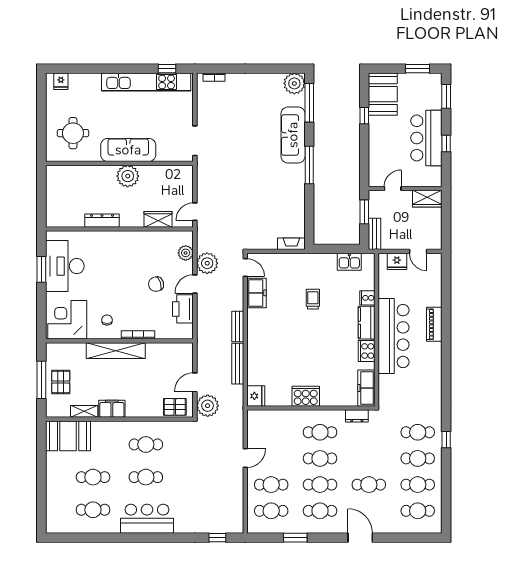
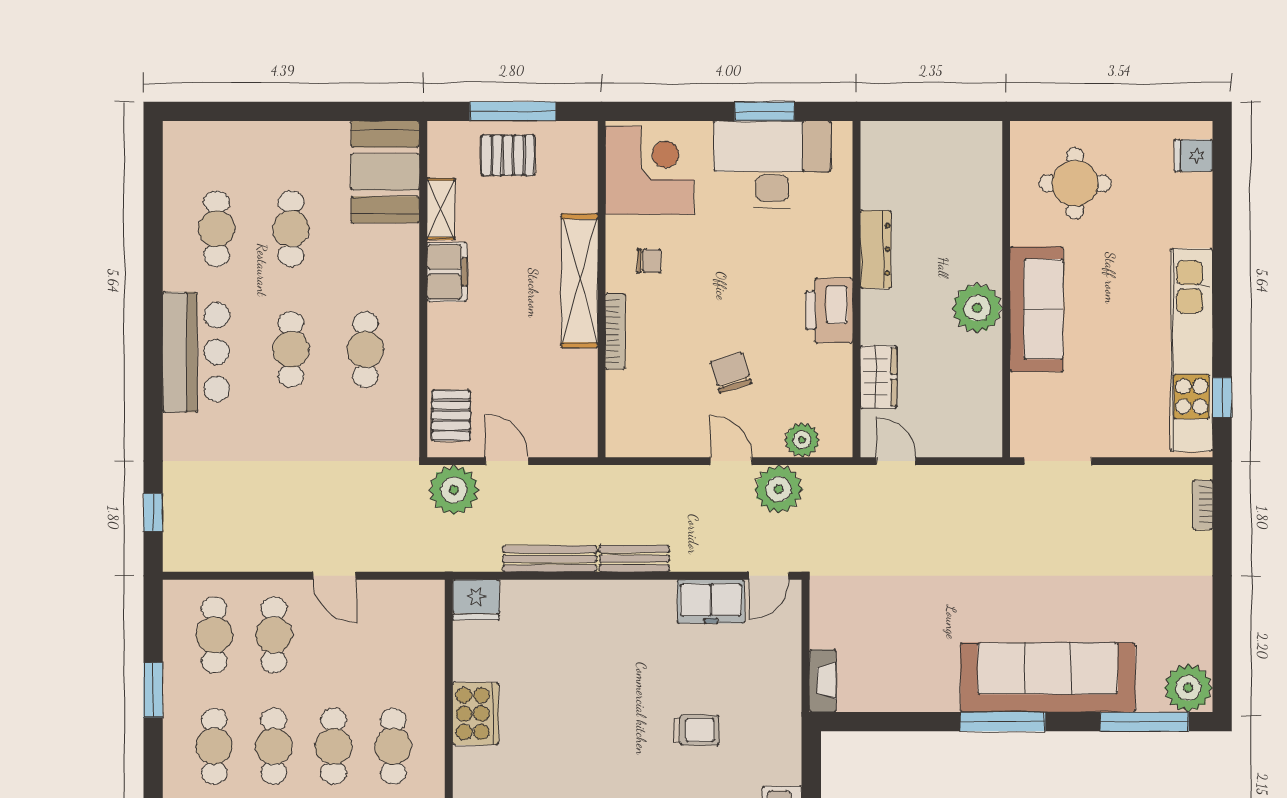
sofa: (293, 135) -> (1048, 677), width x1.36, depth x1.27
printer: (183, 309) -> (829, 310), moved, turned -90

